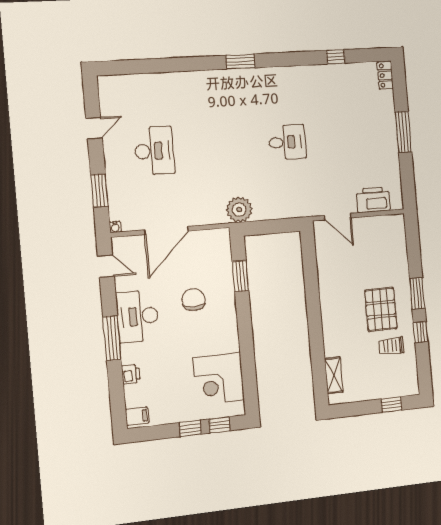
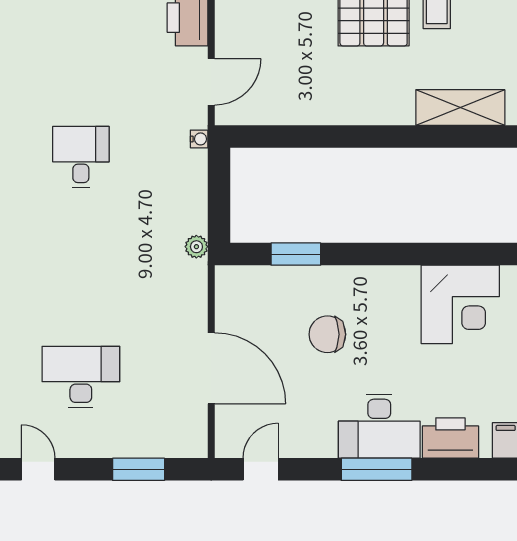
plant: (239, 209) -> (196, 247), width x0.53, depth x0.53
water cooler: (115, 227) -> (199, 139), moved
desk: (138, 316) -> (379, 426), moved
printer: (131, 374) -> (450, 438), width x1.87, depth x1.48
shelving: (334, 375) -> (460, 108), width x1.50, depth x1.33

